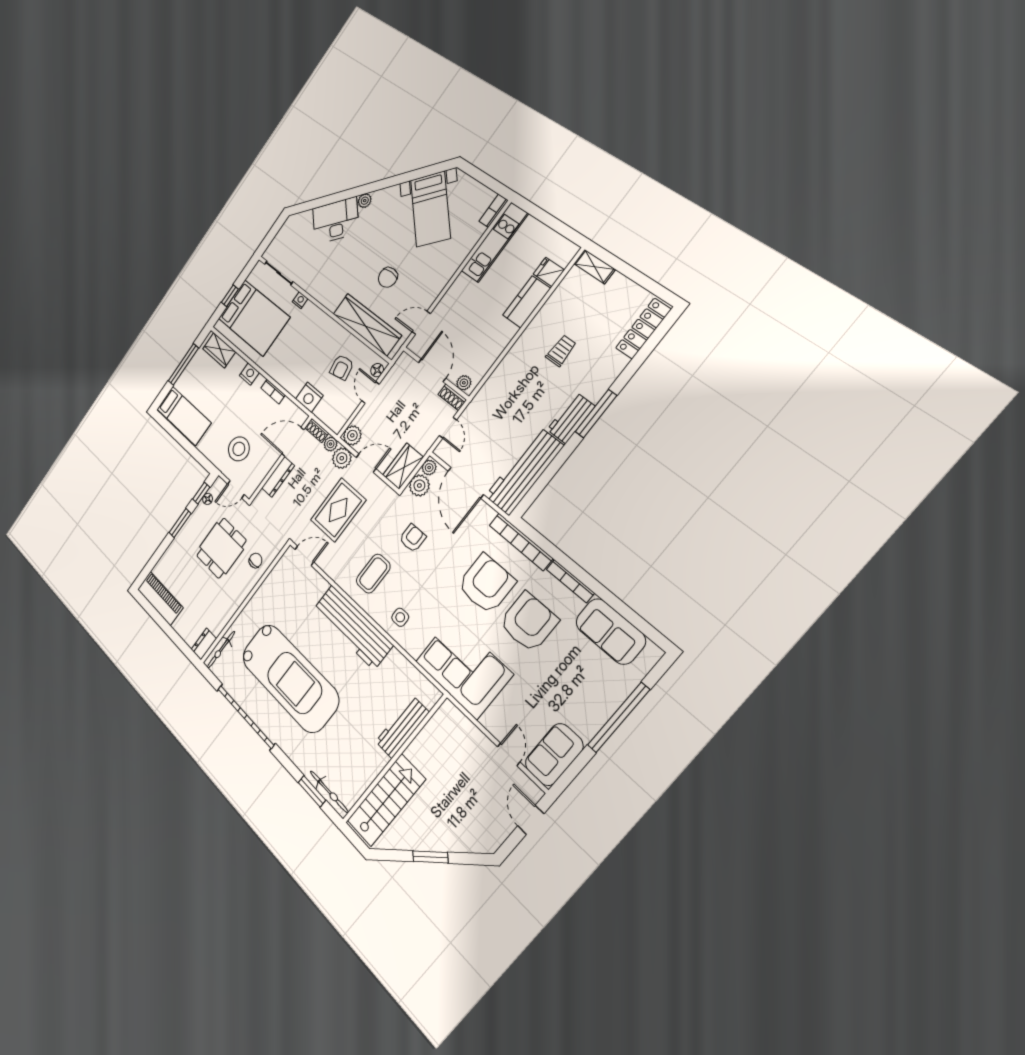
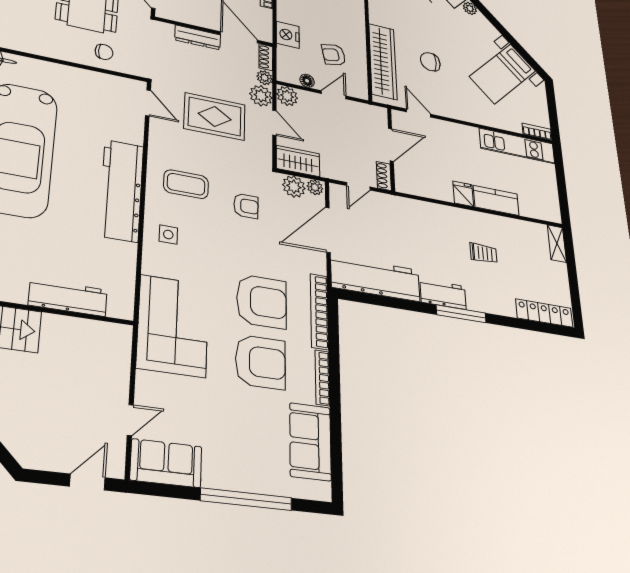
fridge: (549, 272) -> (463, 194), moved
floor lamp: (377, 370) -> (307, 81), moved
plant: (464, 383) -> (402, 180), removed

